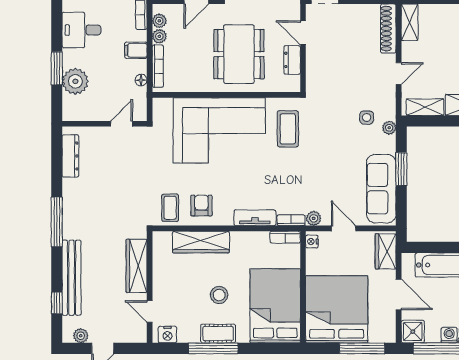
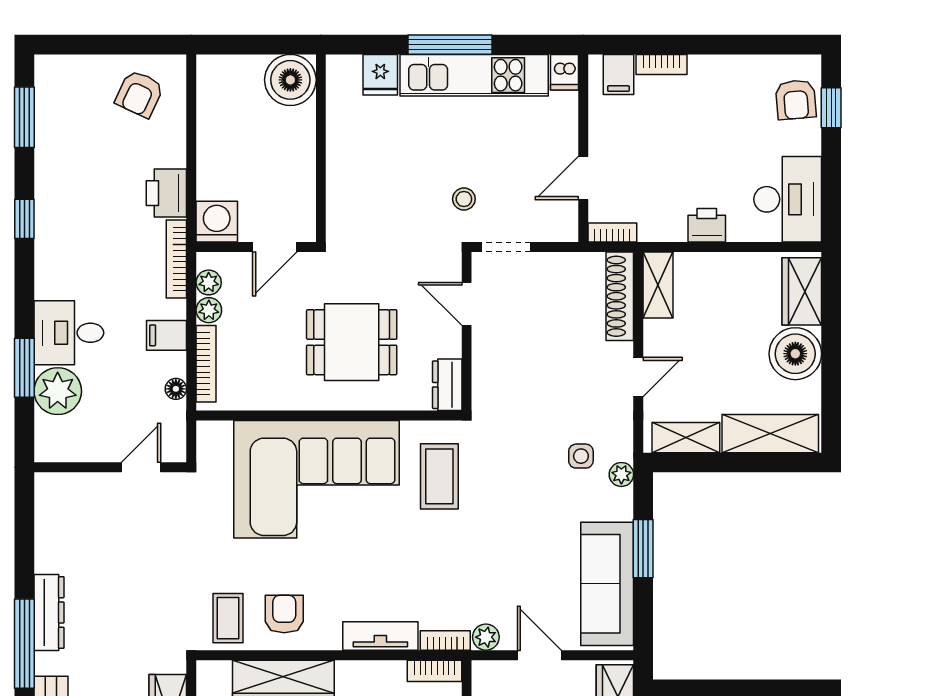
desk: (81, 30) -> (69, 333), moved
dining table: (239, 54) -> (352, 342), width x0.73
dresser: (292, 60) -> (447, 385), moved
dresser: (70, 156) -> (49, 612), moved
nightstand: (312, 242) -> (483, 679), removed

